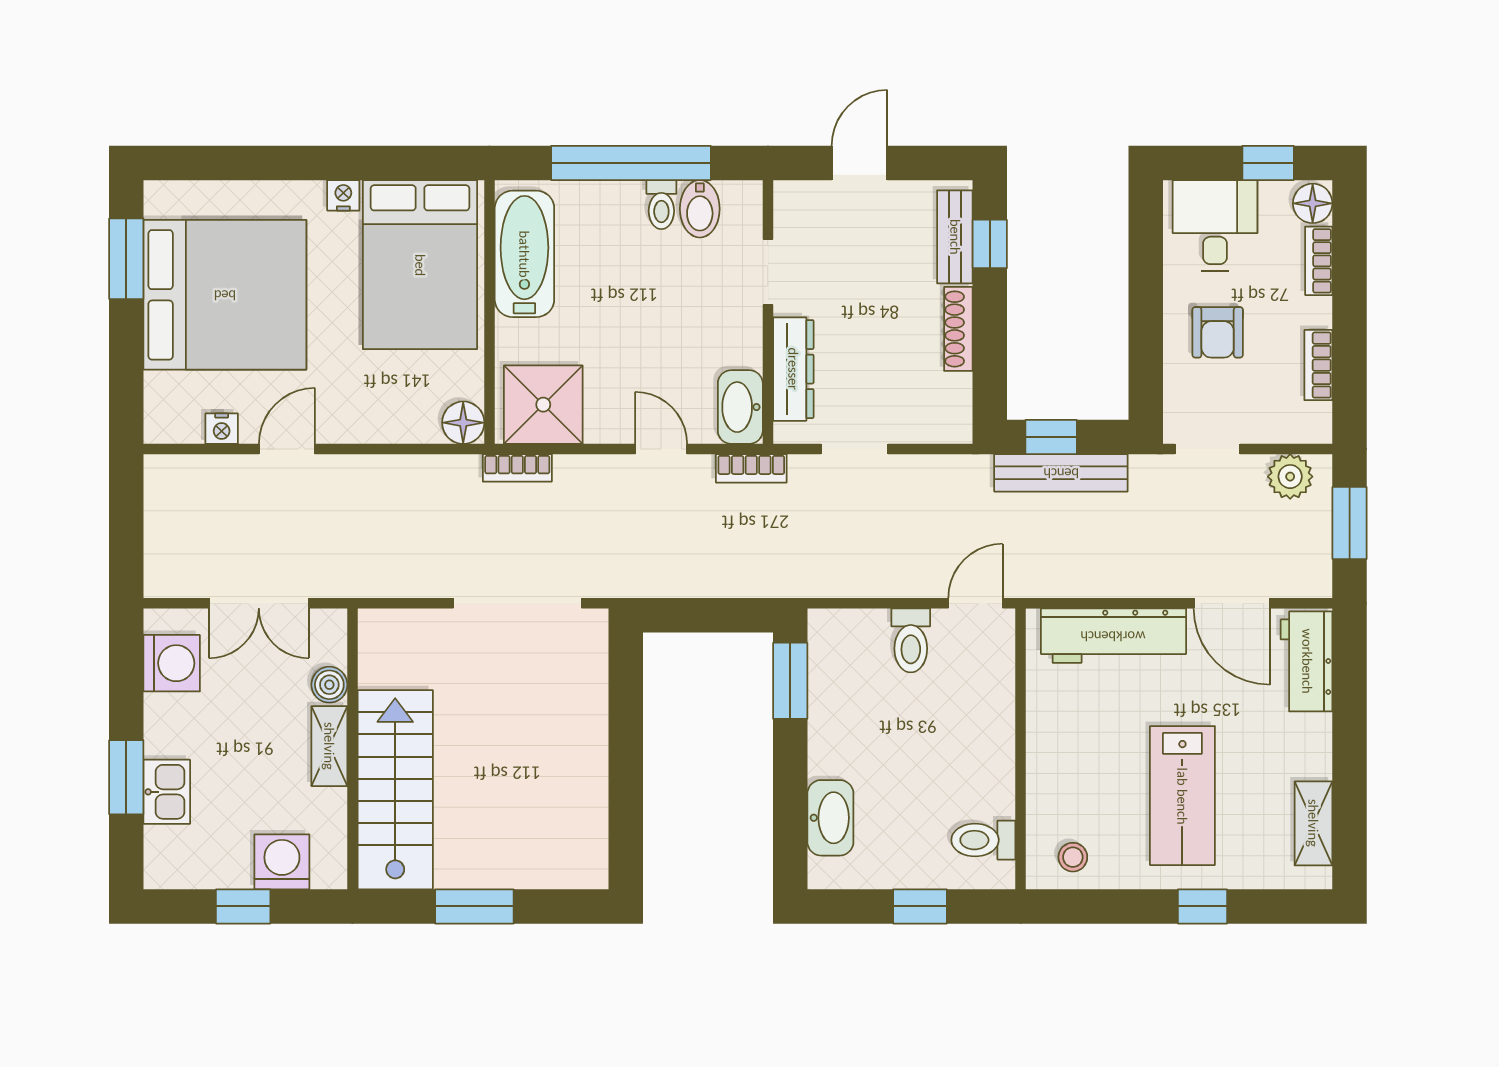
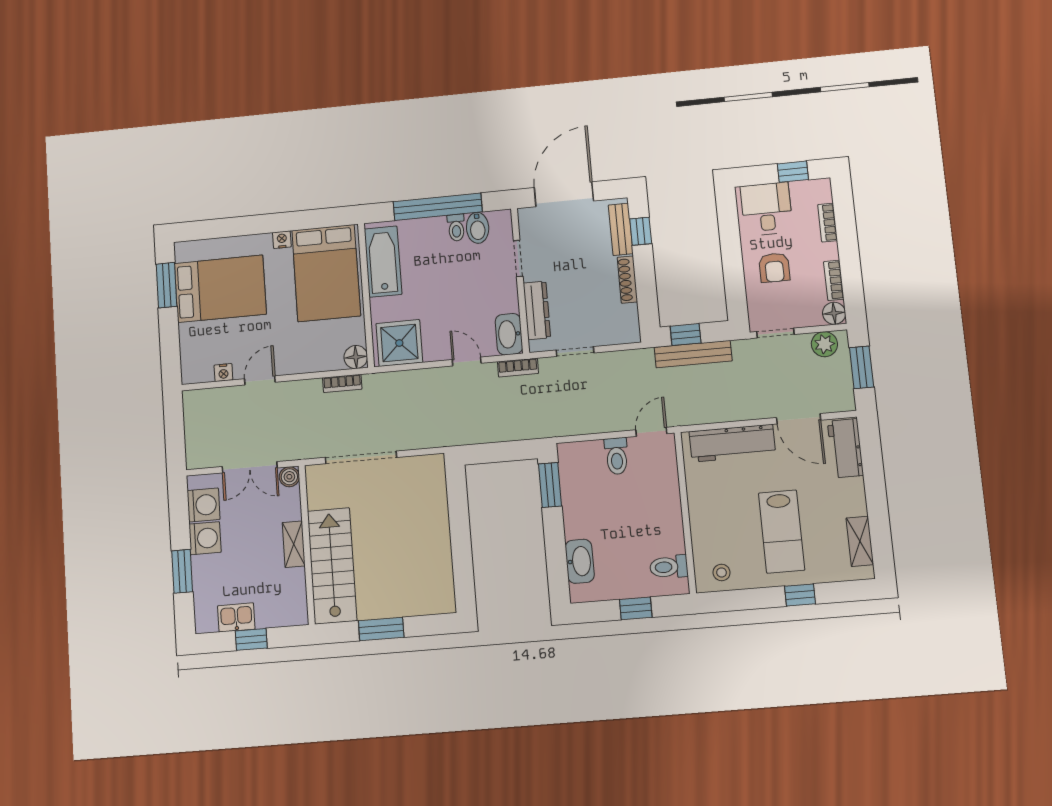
door: (860, 163) -> (564, 194), width x1.88
floor lamp: (1313, 203) -> (834, 313), moved
bed: (225, 295) -> (220, 289), width x0.73
bookcase: (517, 468) -> (342, 383), moved
doorway: (518, 603) -> (361, 457), moved
boiler: (329, 685) -> (289, 477), moved
kitchen sink: (167, 792) -> (236, 617), moved, turned -90
washing machine: (282, 862) -> (205, 538), moved, turned 90

